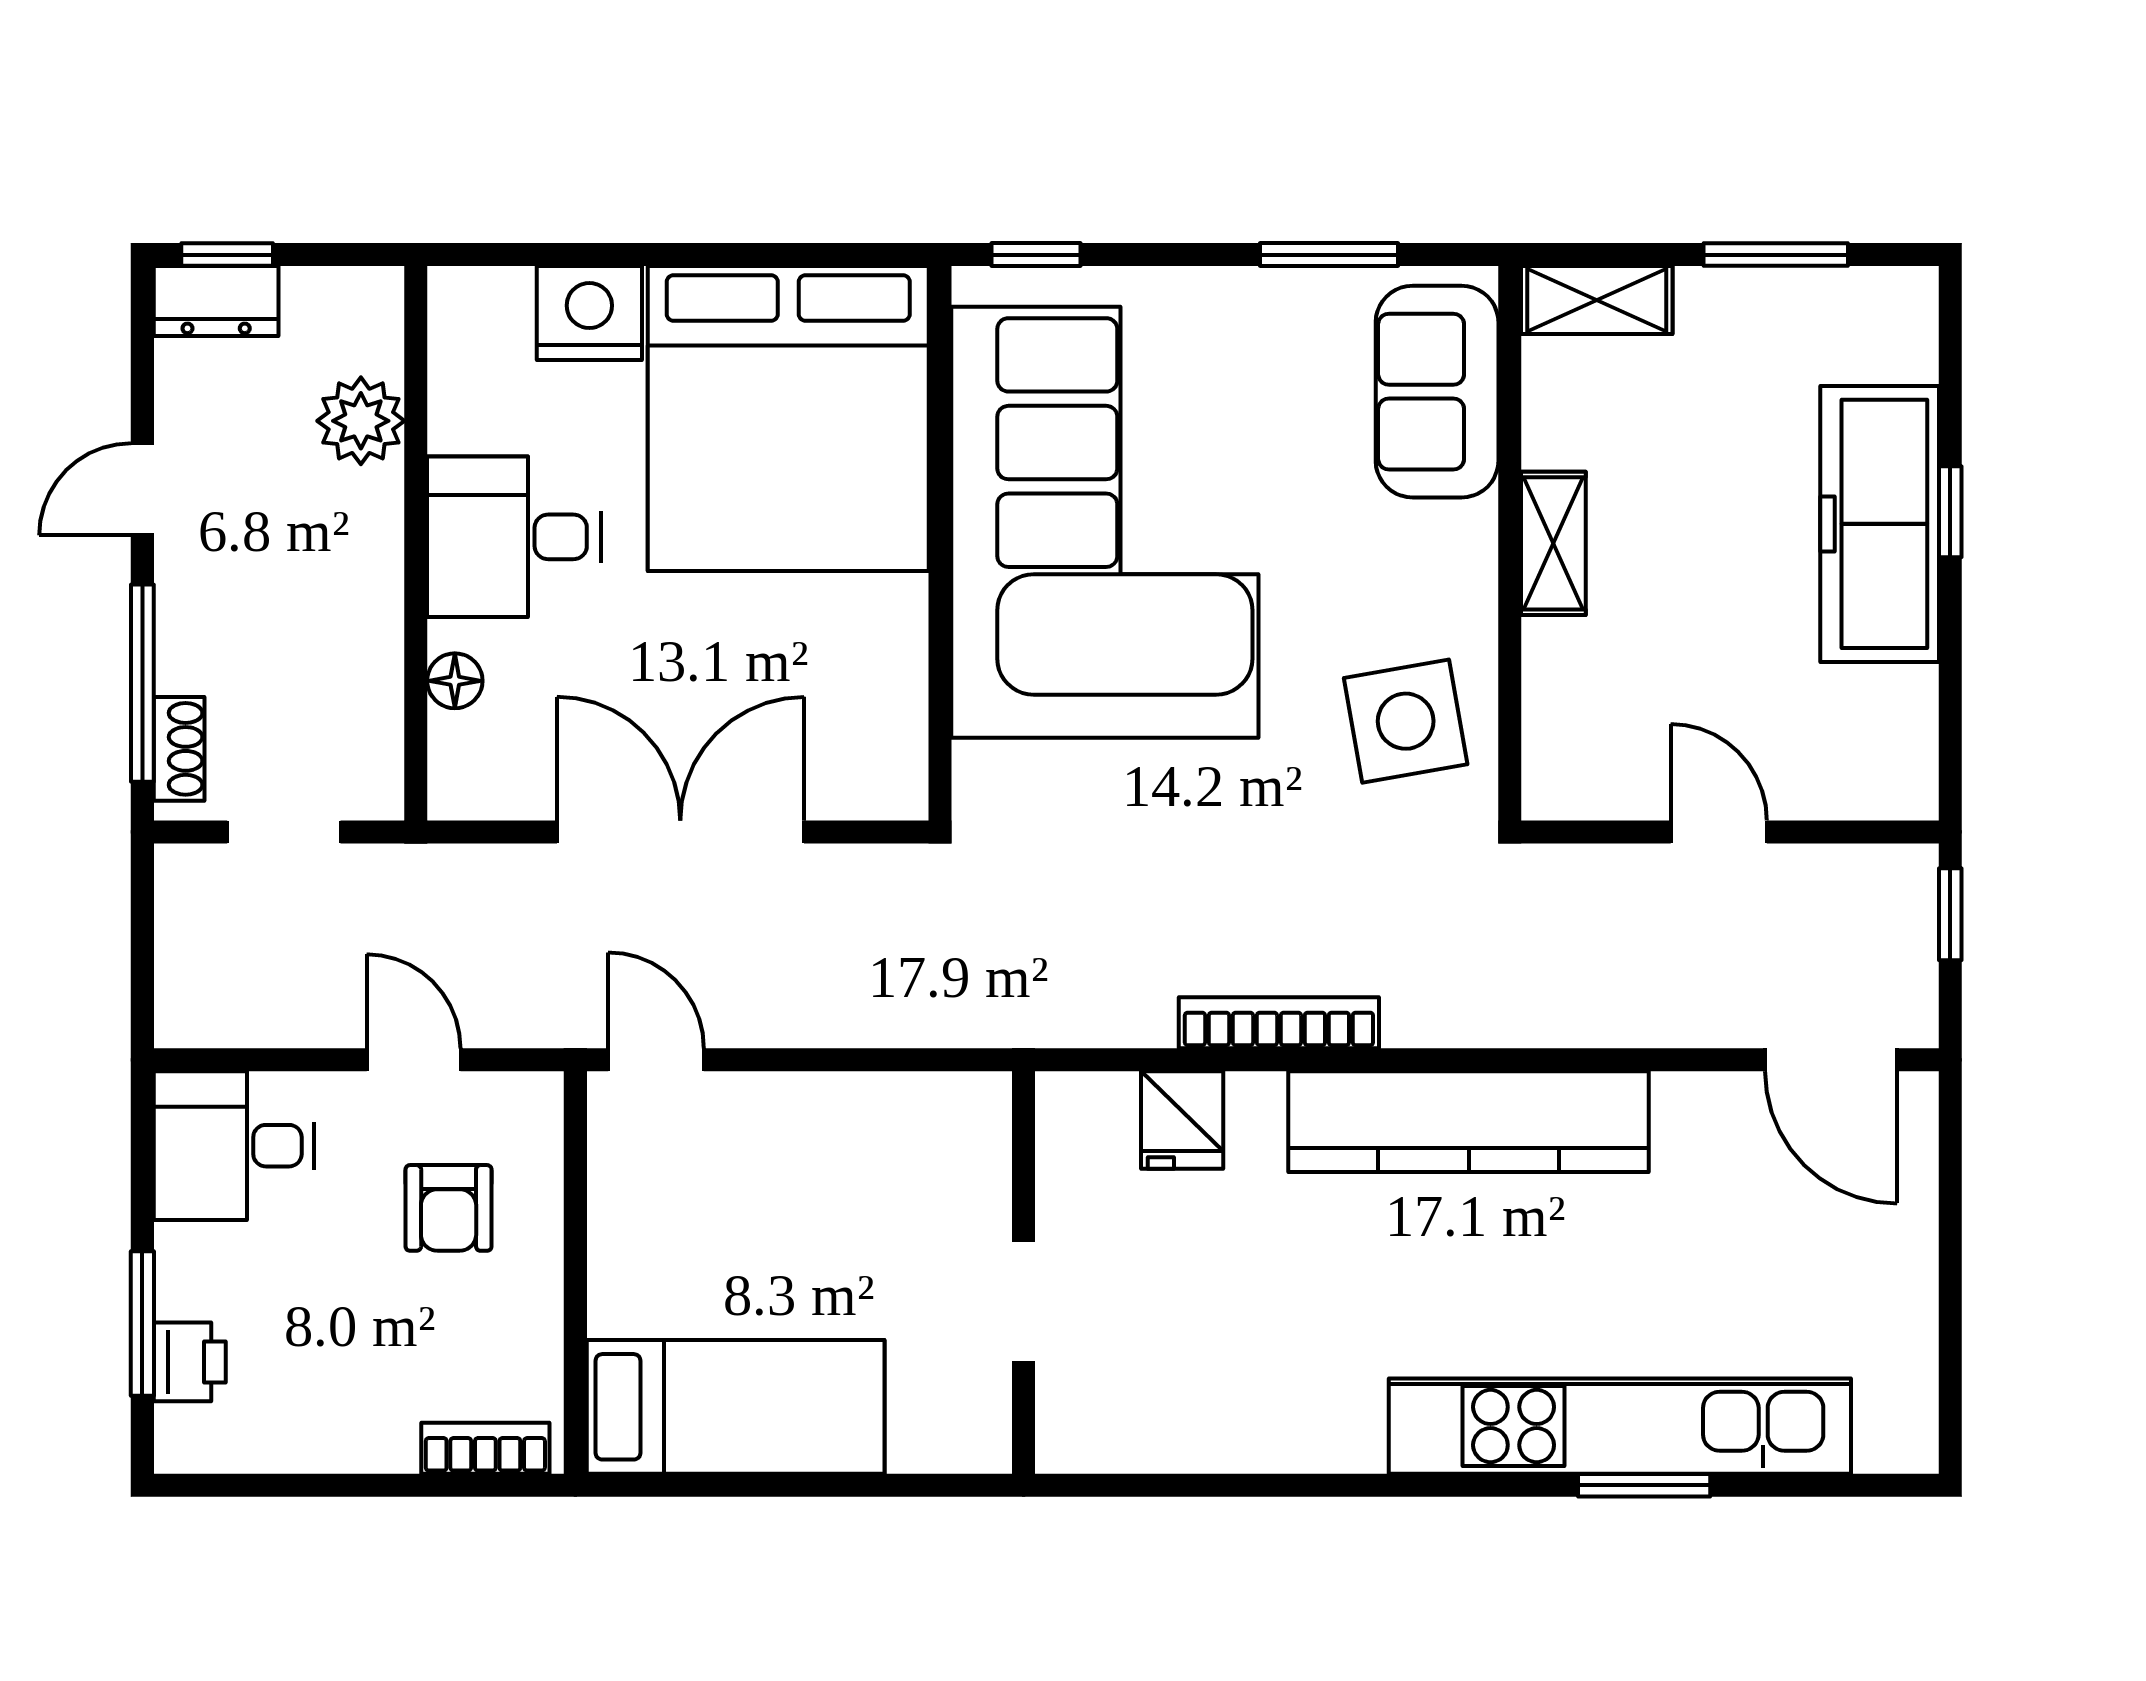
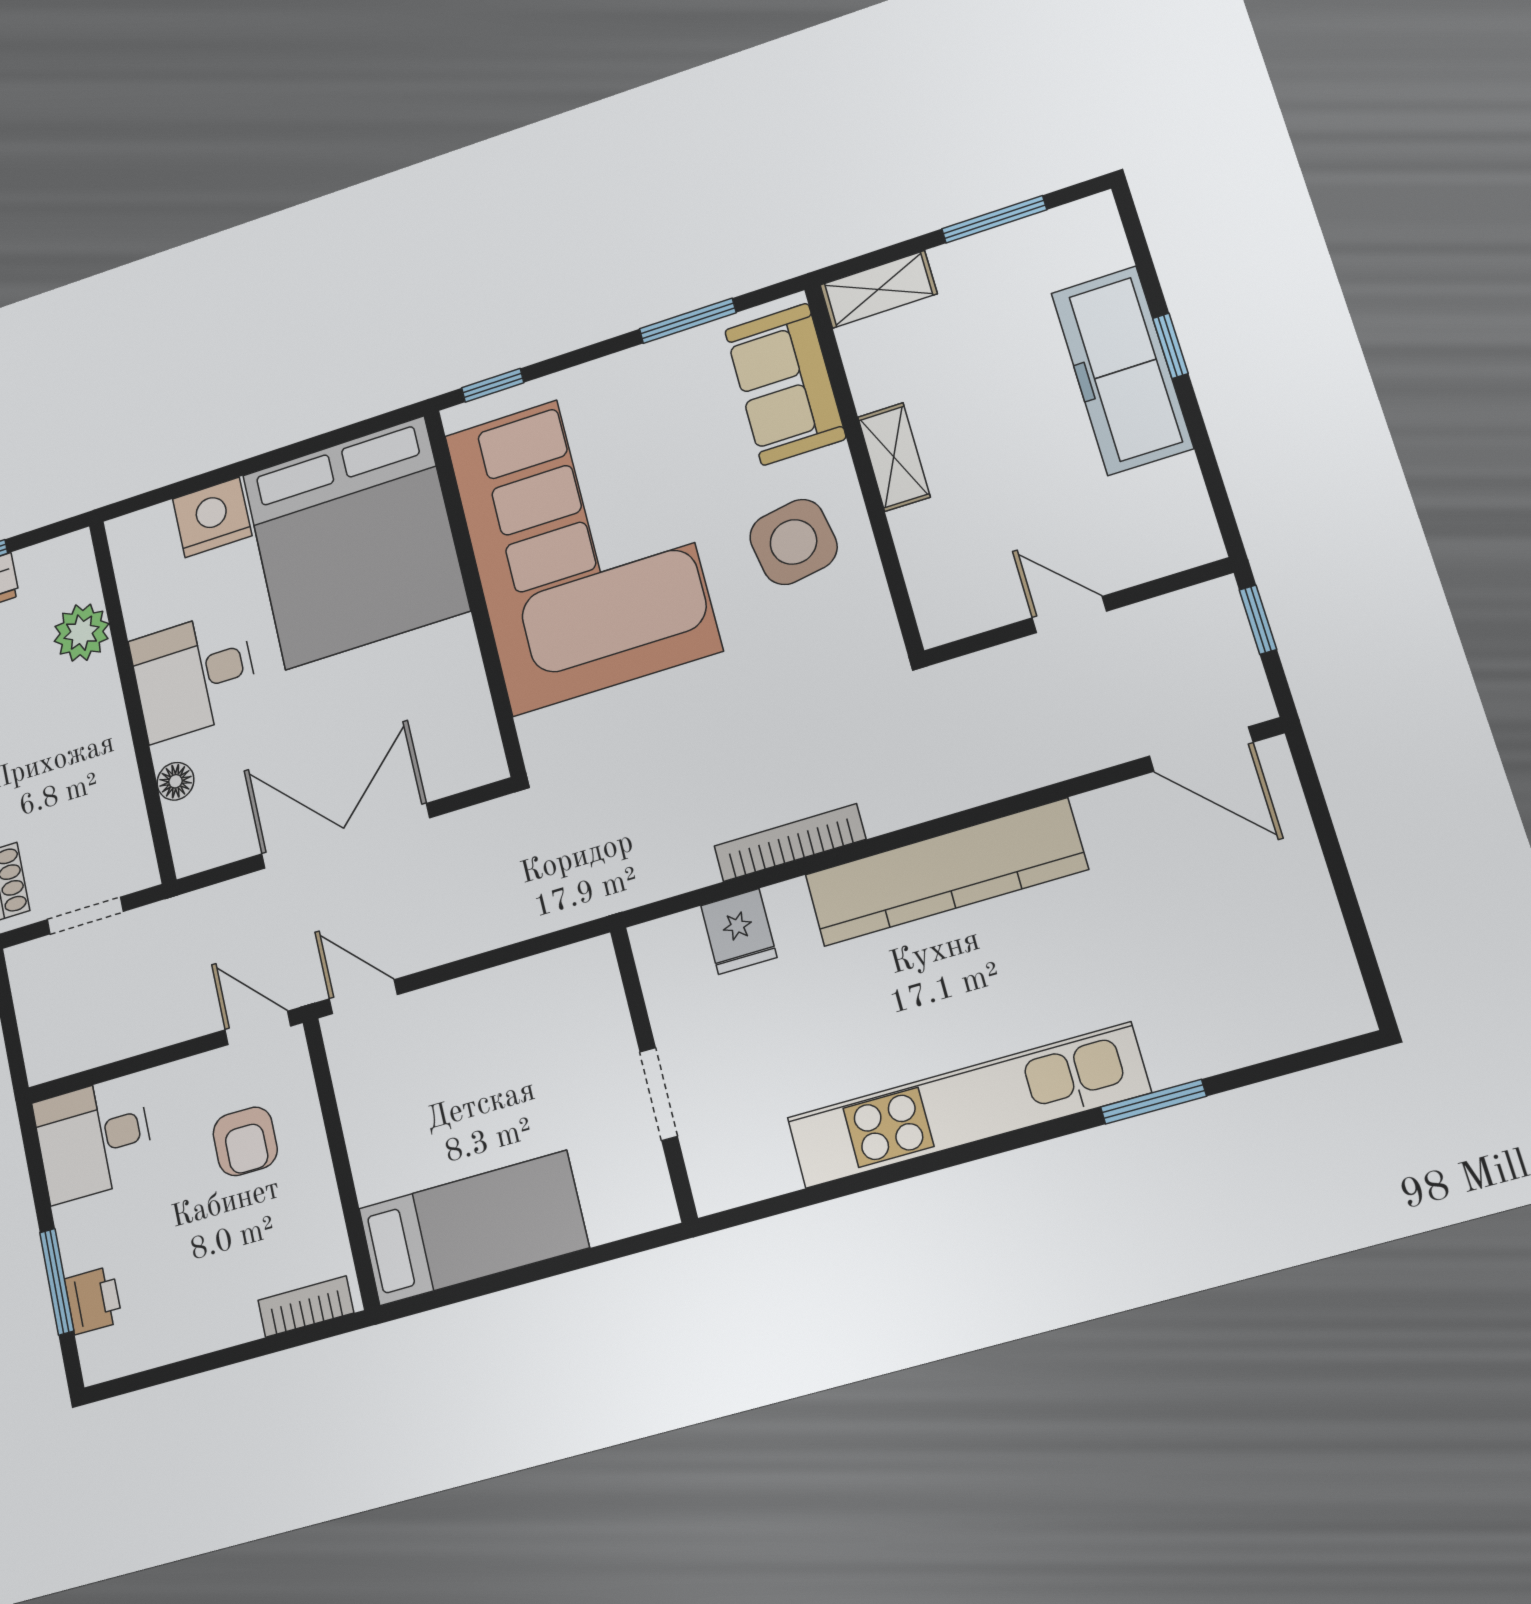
side table: (1406, 721) -> (793, 542), moved
door: (414, 1060) -> (258, 1028), moved
kitchen unit: (1620, 1426) -> (967, 1105), moved

